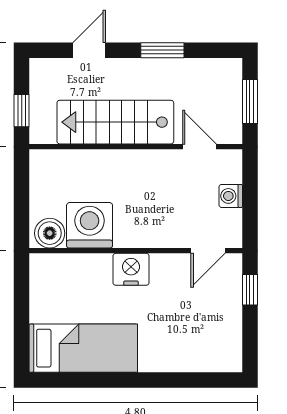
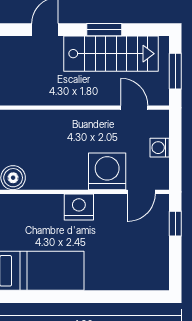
stairs: (115, 122) -> (111, 54), moved, turned 180
washing machine: (90, 225) -> (107, 171), moved

